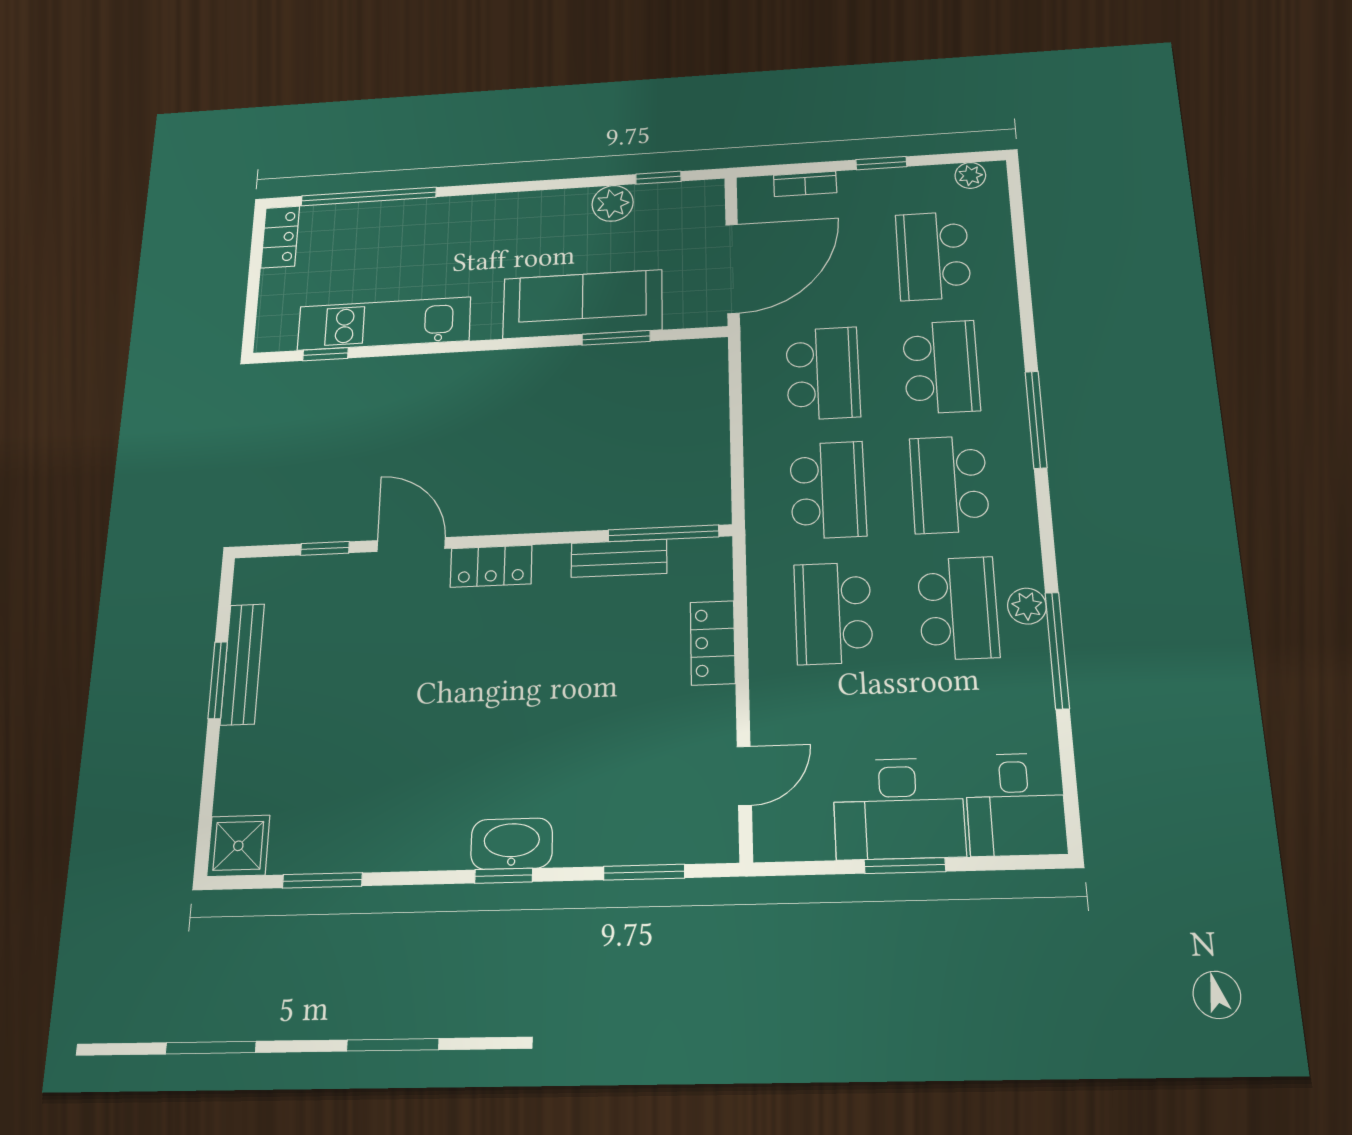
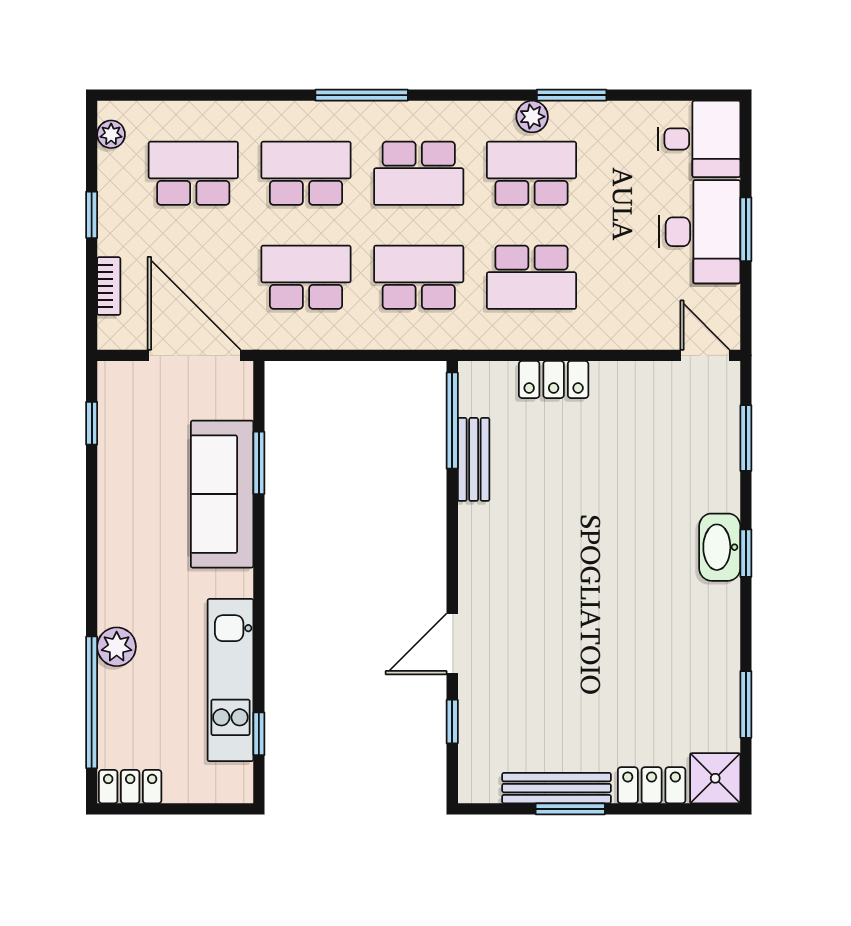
plant: (613, 203) -> (117, 647), moved
school desk: (933, 256) -> (193, 173), turned 180
locker: (491, 566) -> (652, 785), moved, turned -90
window: (1057, 650) -> (572, 95), width x0.69
door: (744, 776) -> (705, 355), moved

